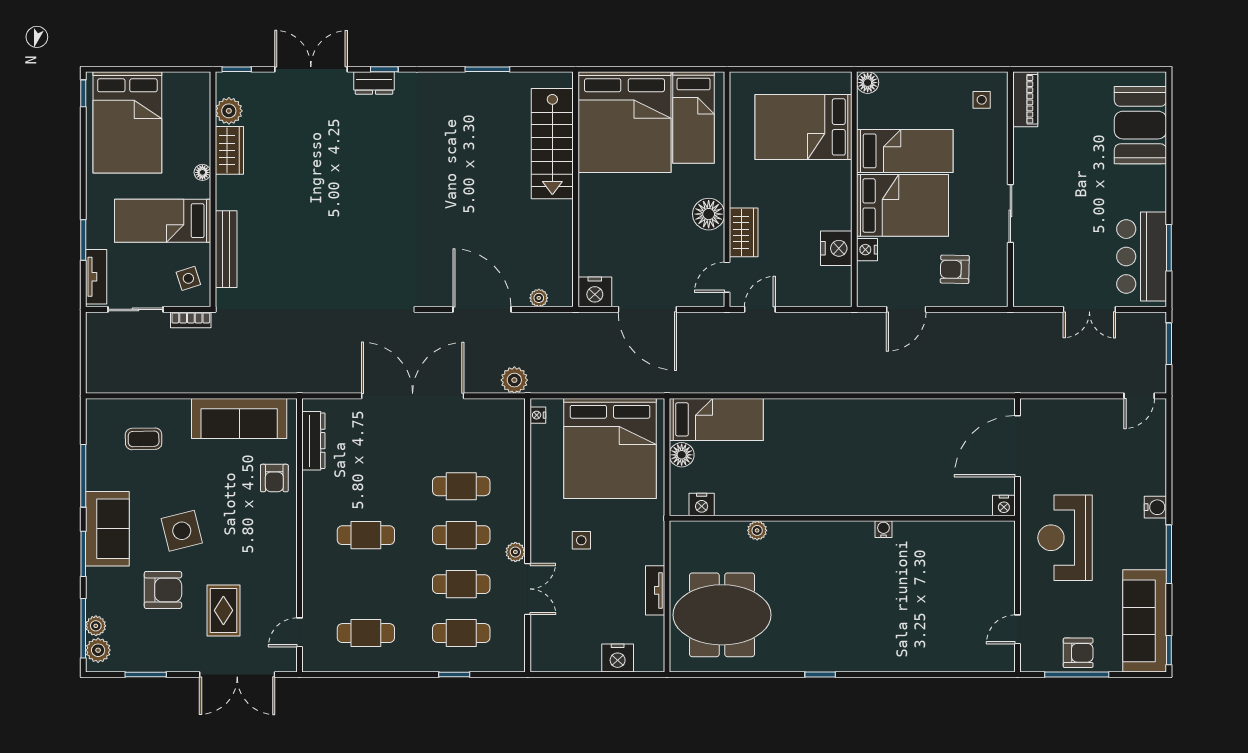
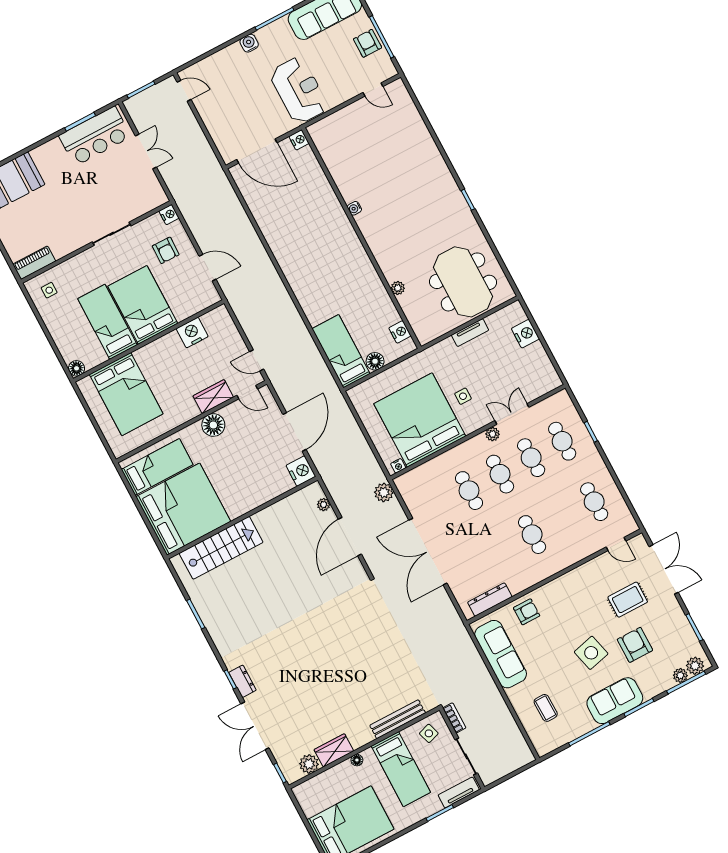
nightstand: (867, 250) -> (169, 215), moved, turned -90
bed: (610, 448) -> (420, 420), moved, turned -90
reception desk: (1065, 538) -> (299, 90), turned -90

